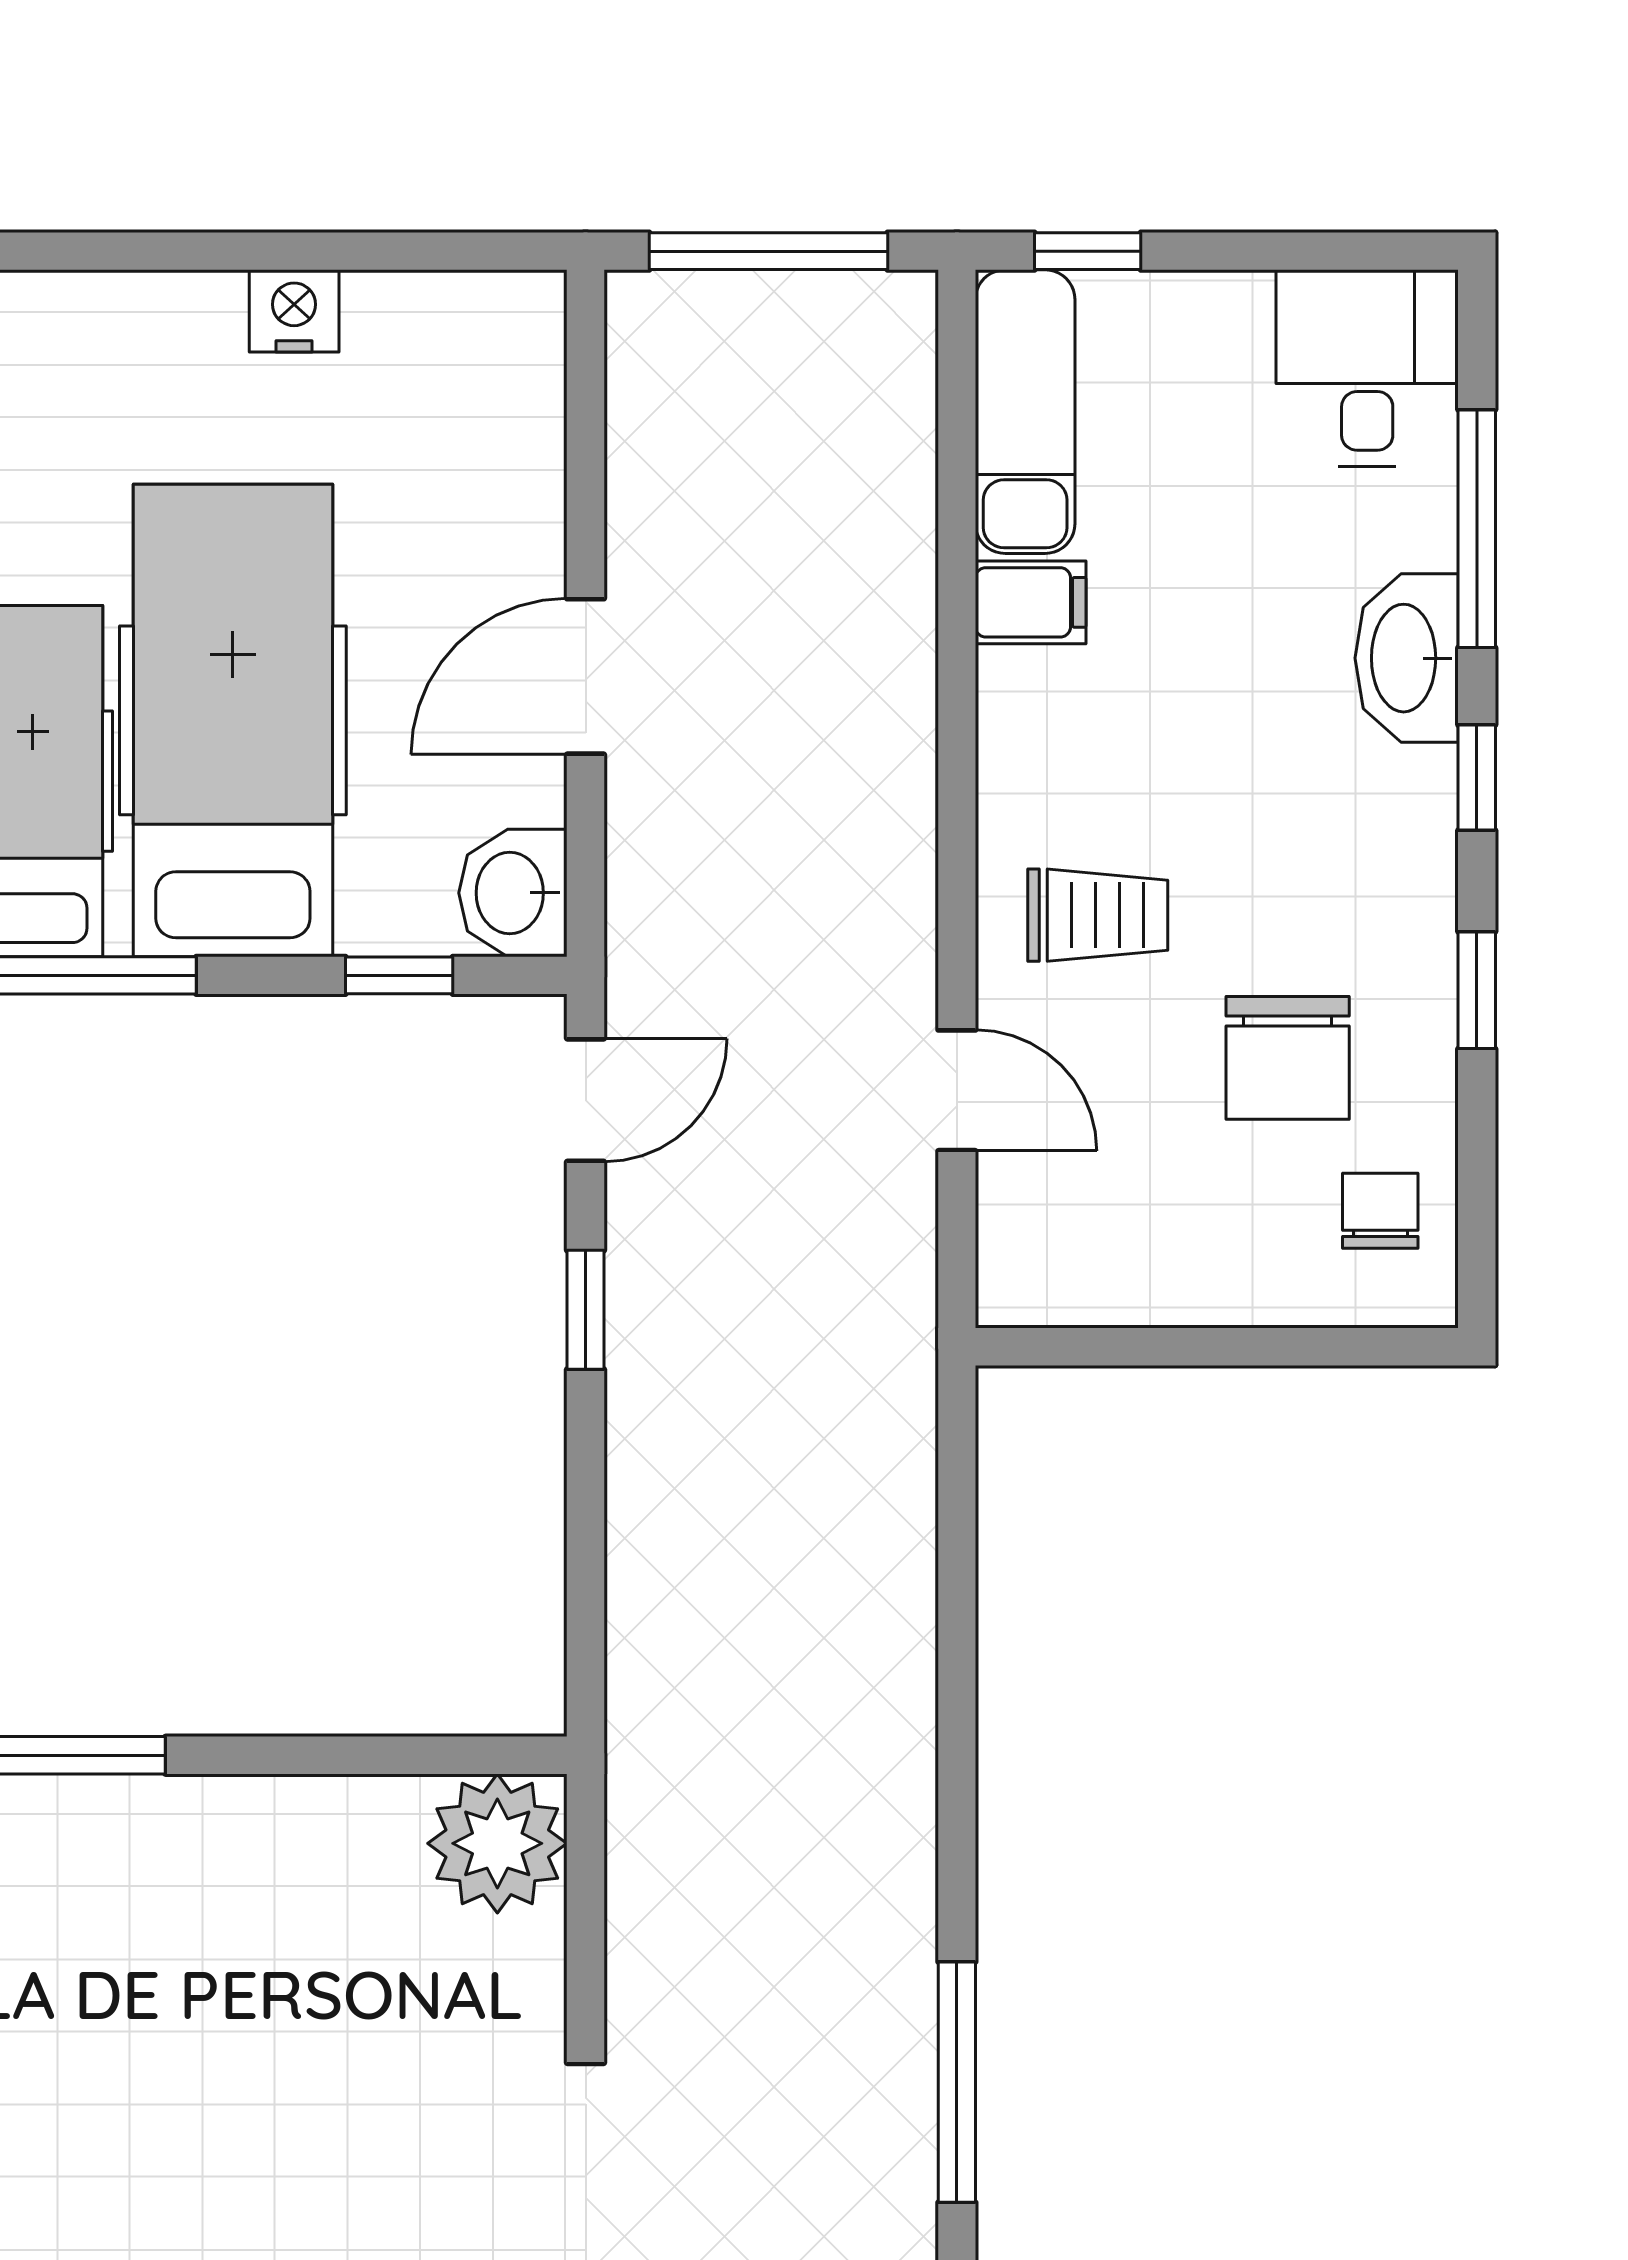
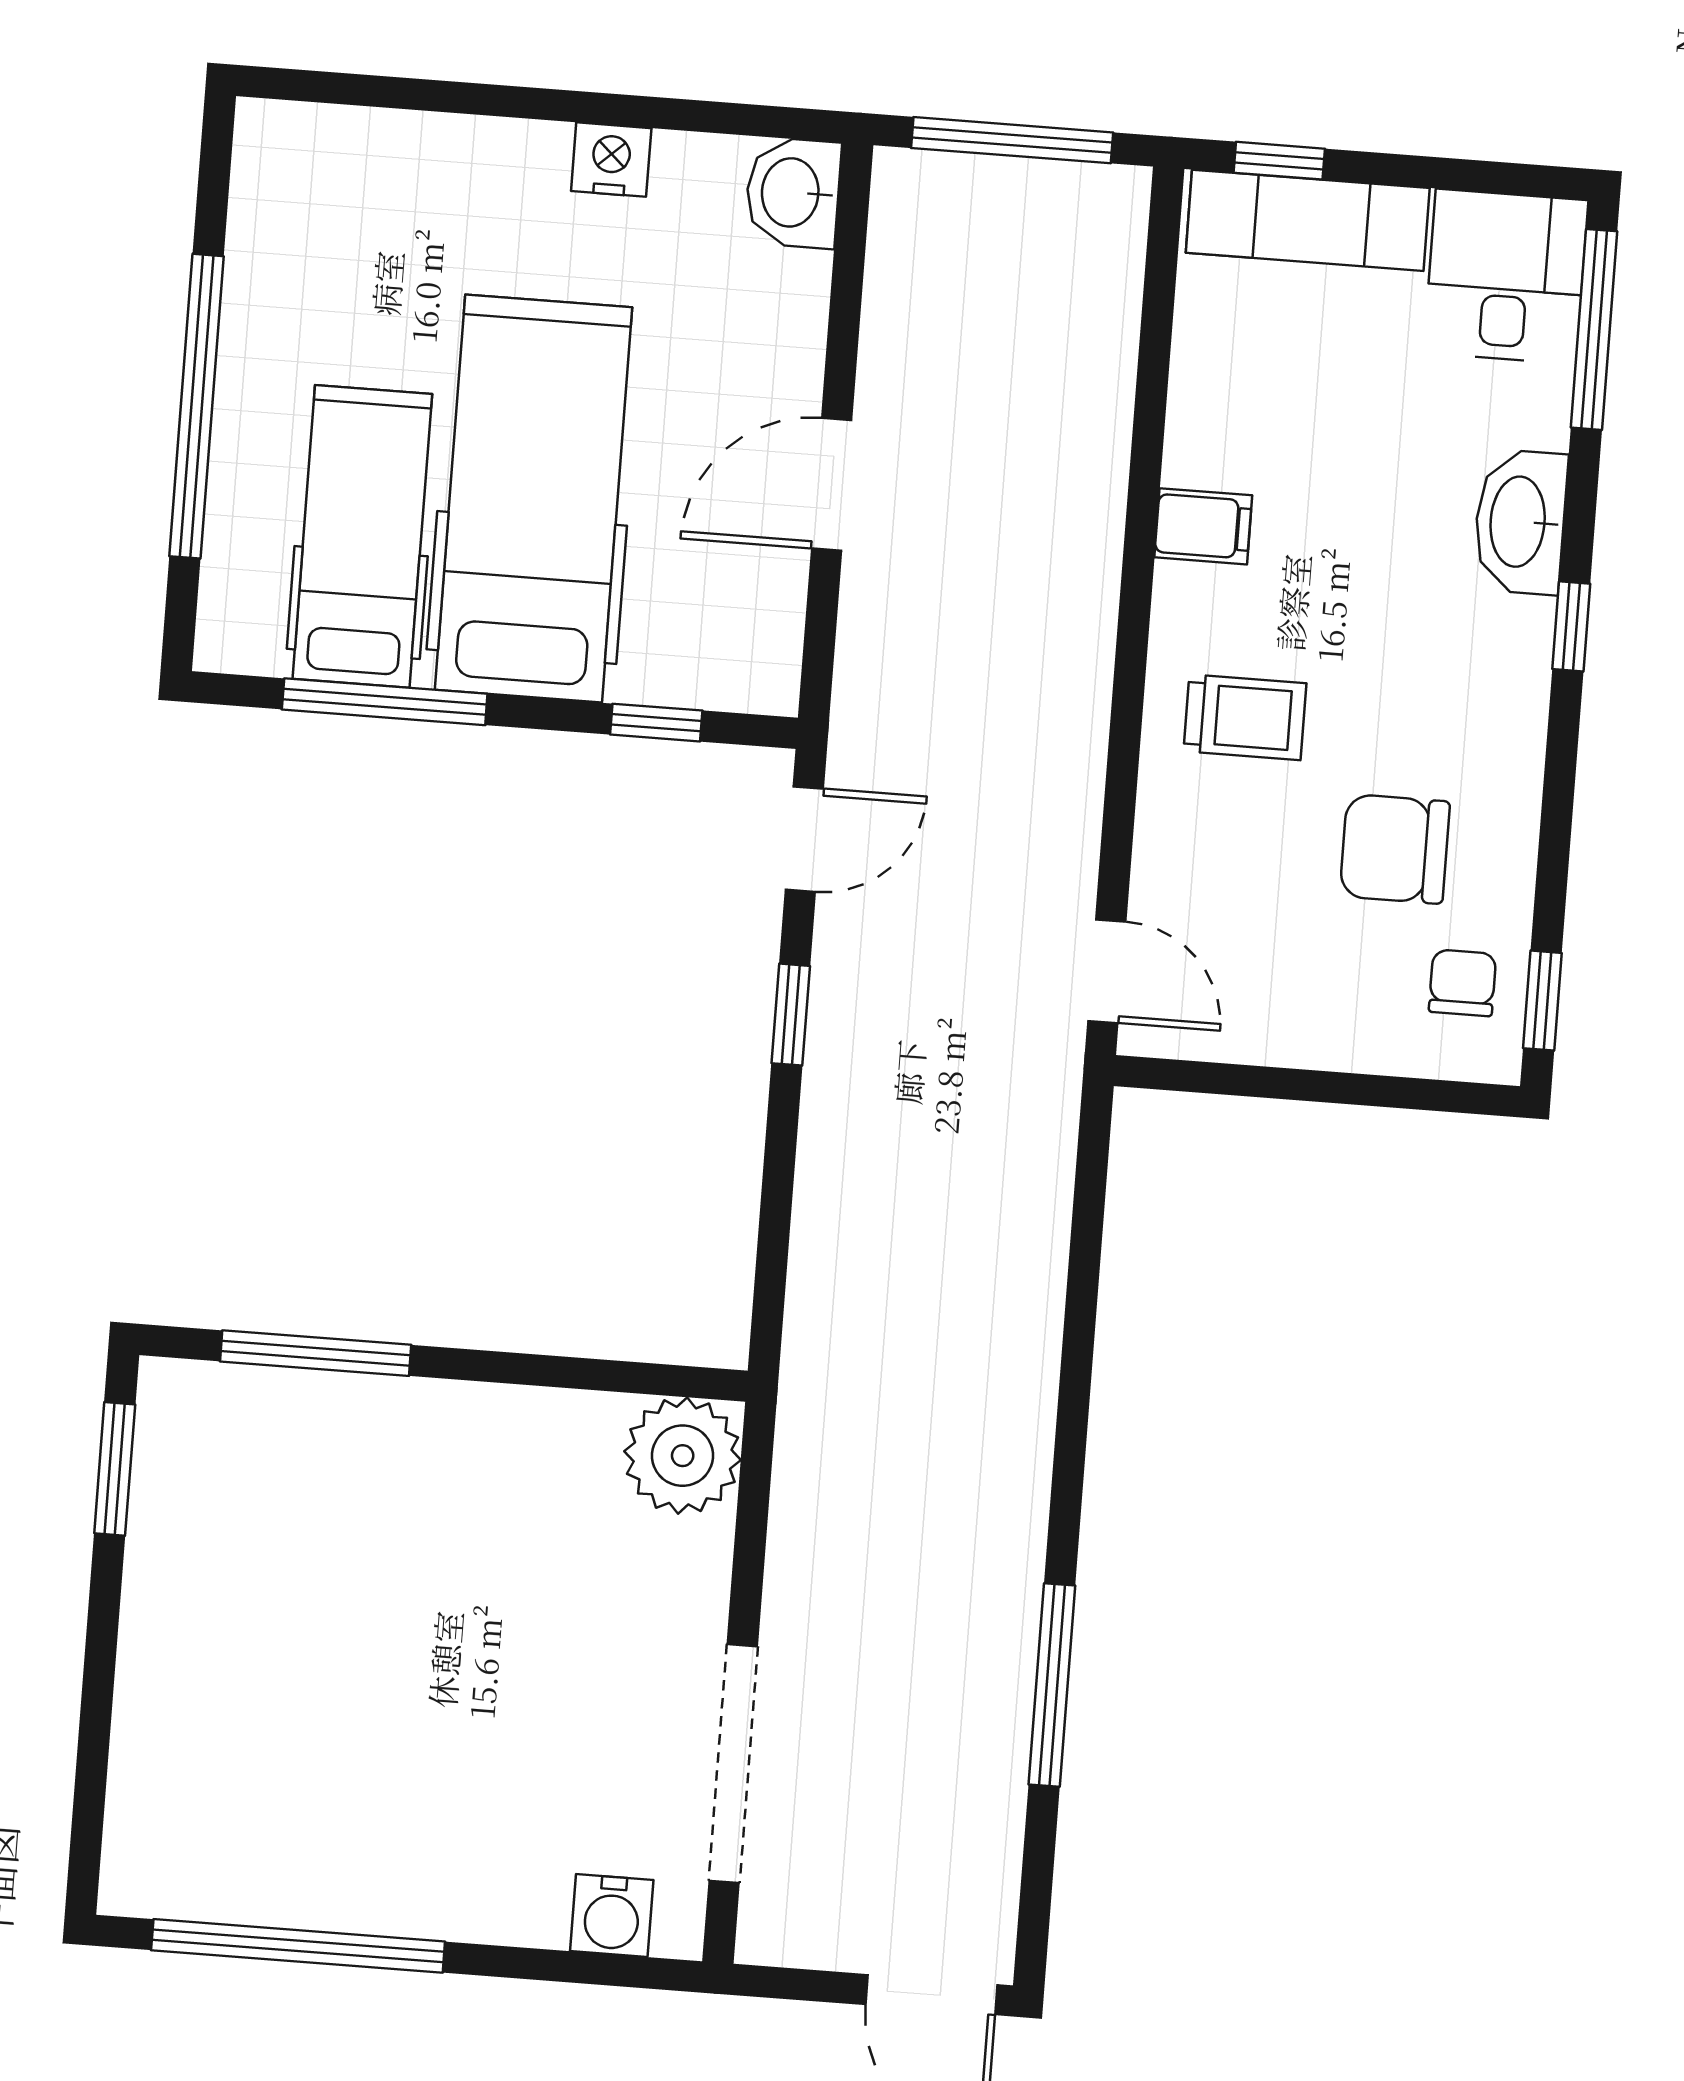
exam couch: (1025, 412) -> (1308, 220), moved, turned 90
window: (1477, 529) -> (1594, 329), moved
filing cabinet: (1031, 602) -> (1203, 526), moved
washbasin: (513, 893) -> (793, 193), moved
window: (1477, 990) -> (1542, 1001), moved
chair: (1288, 1058) -> (1395, 849), turned 90
door: (957, 1090) -> (1107, 971), moved

